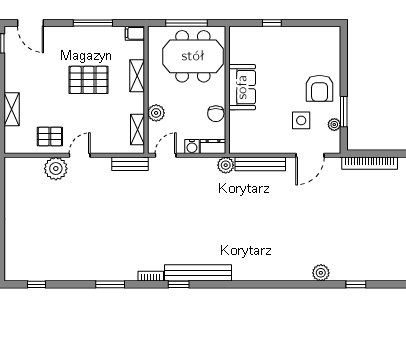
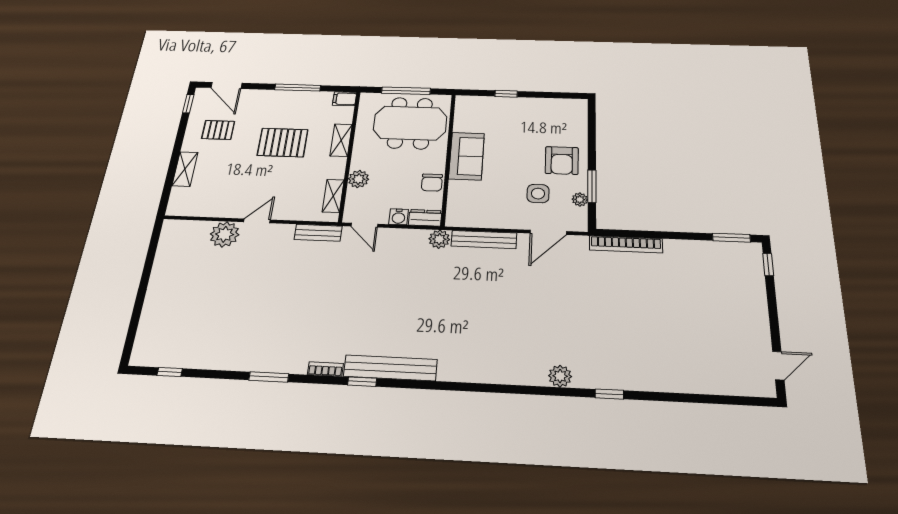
pallet: (50, 136) -> (218, 130), moved
door: (166, 155) -> (364, 225), swing flipped

